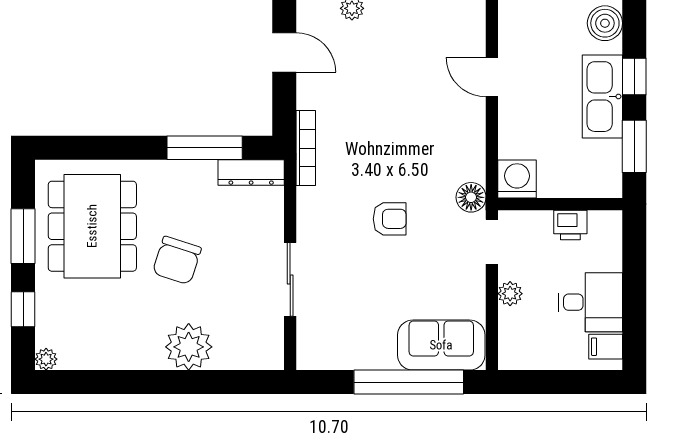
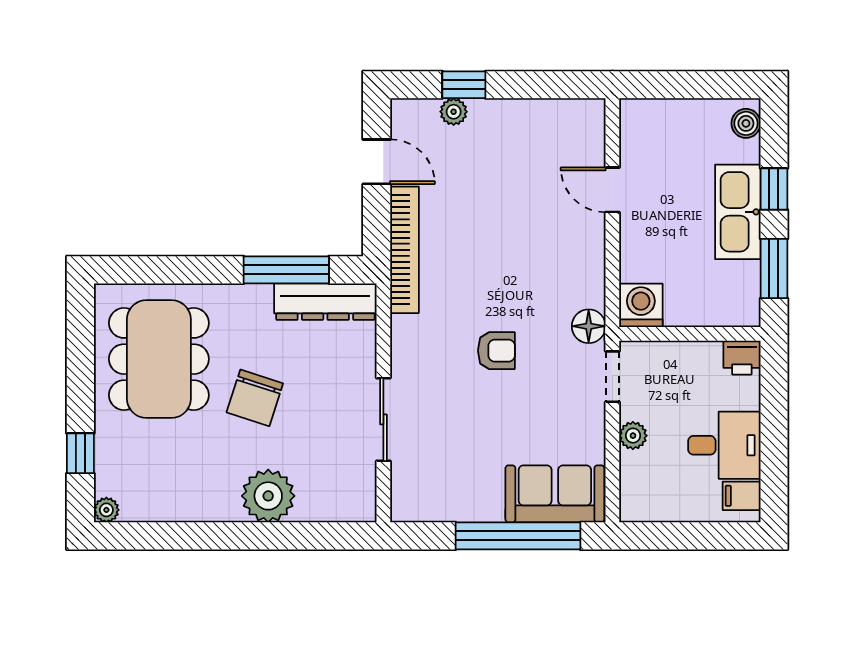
boiler: (605, 23) -> (746, 123), width x0.73, depth x0.73
bookcase: (306, 148) -> (404, 250), width x1.48, depth x1.31
dresser: (251, 173) -> (325, 302), width x1.37, depth x1.24
printer: (570, 225) -> (742, 358), moved
window: (23, 236) -> (80, 370), removed

